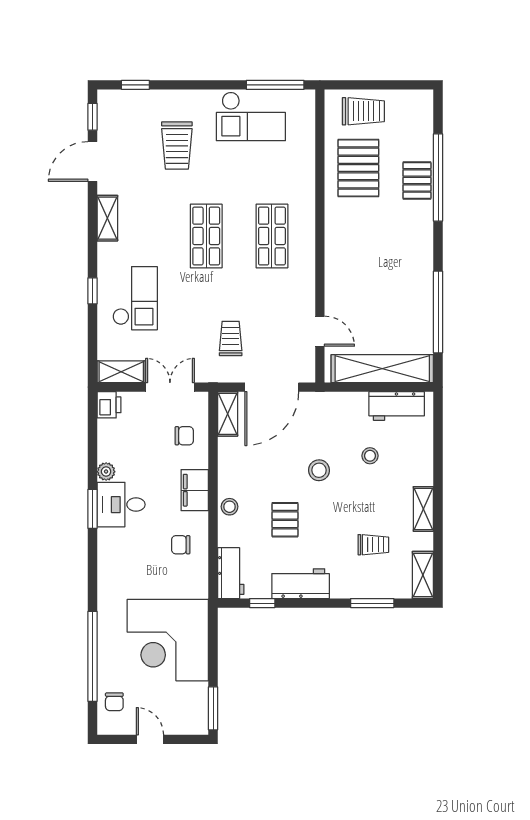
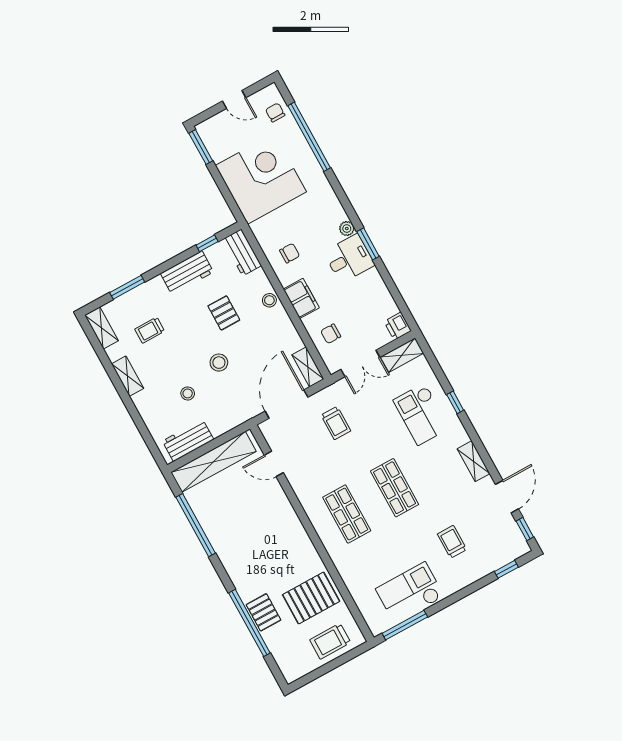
trolley: (177, 146) -> (452, 542), width x0.73, depth x0.72
pallet: (358, 168) -> (311, 598), turned 90
plant: (106, 472) -> (347, 229), moved

